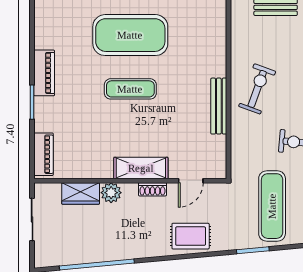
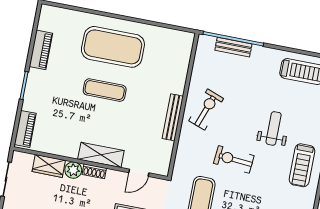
piano: (44, 73) -> (41, 50), moved
shoe rack: (152, 189) -> (94, 171), moved

